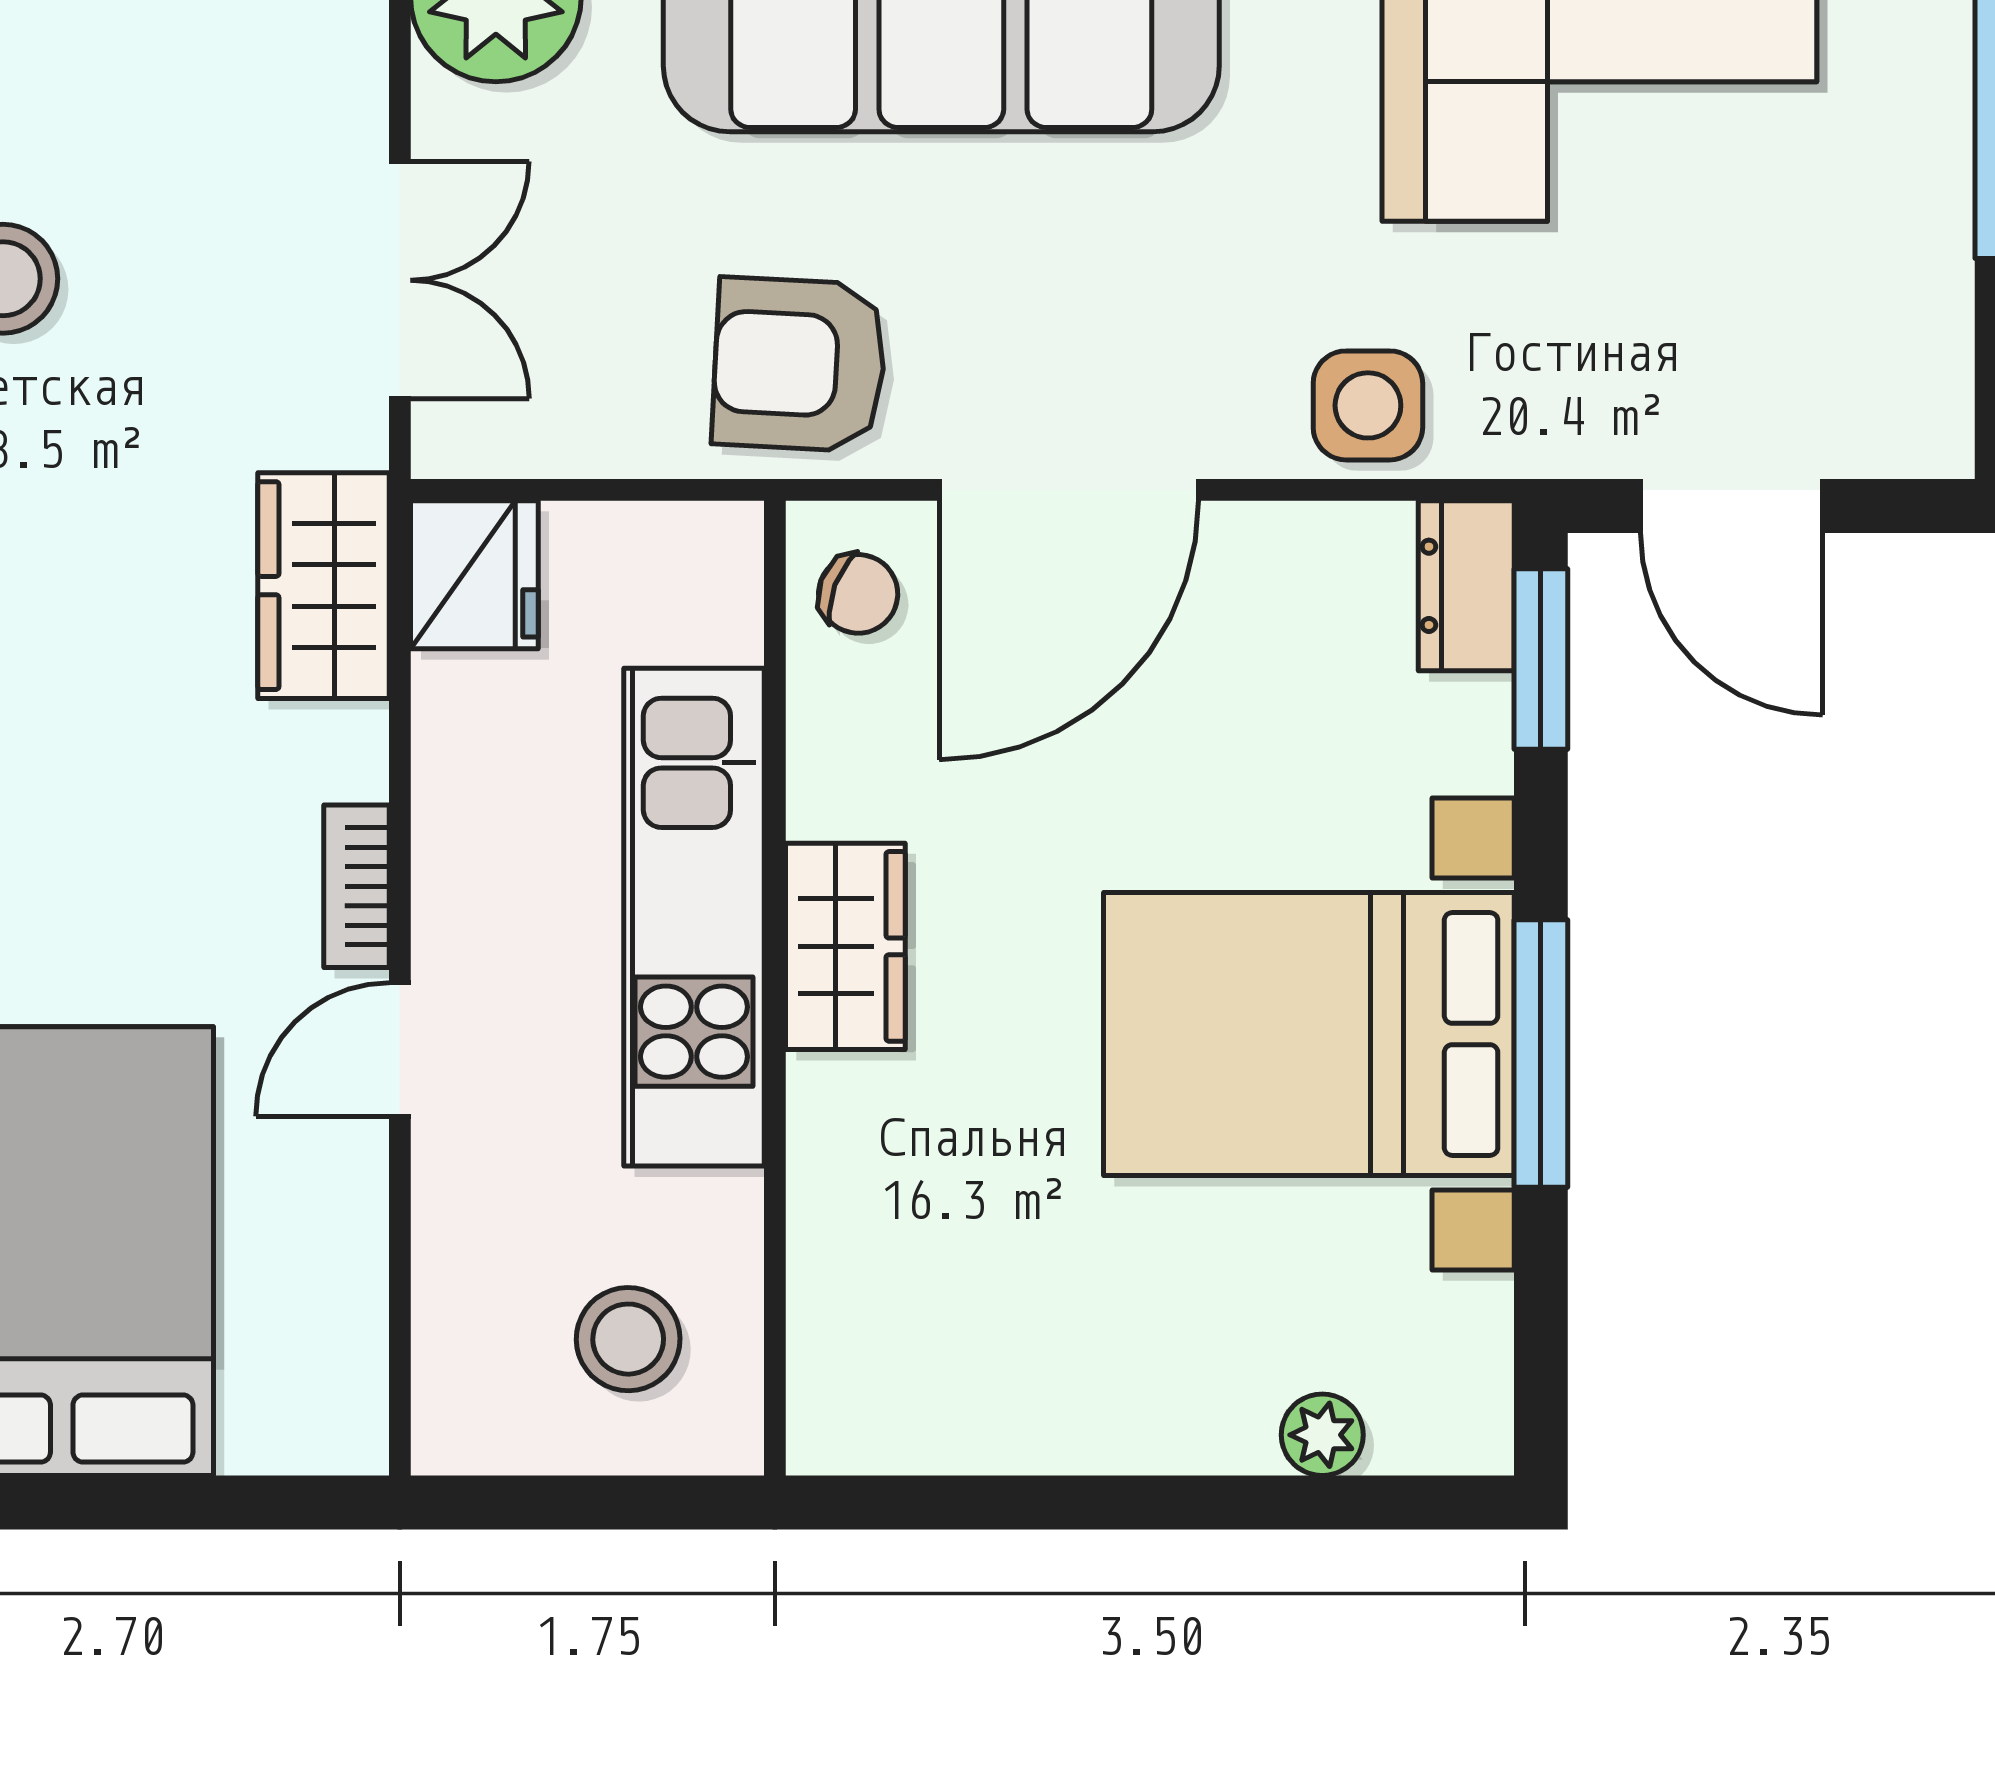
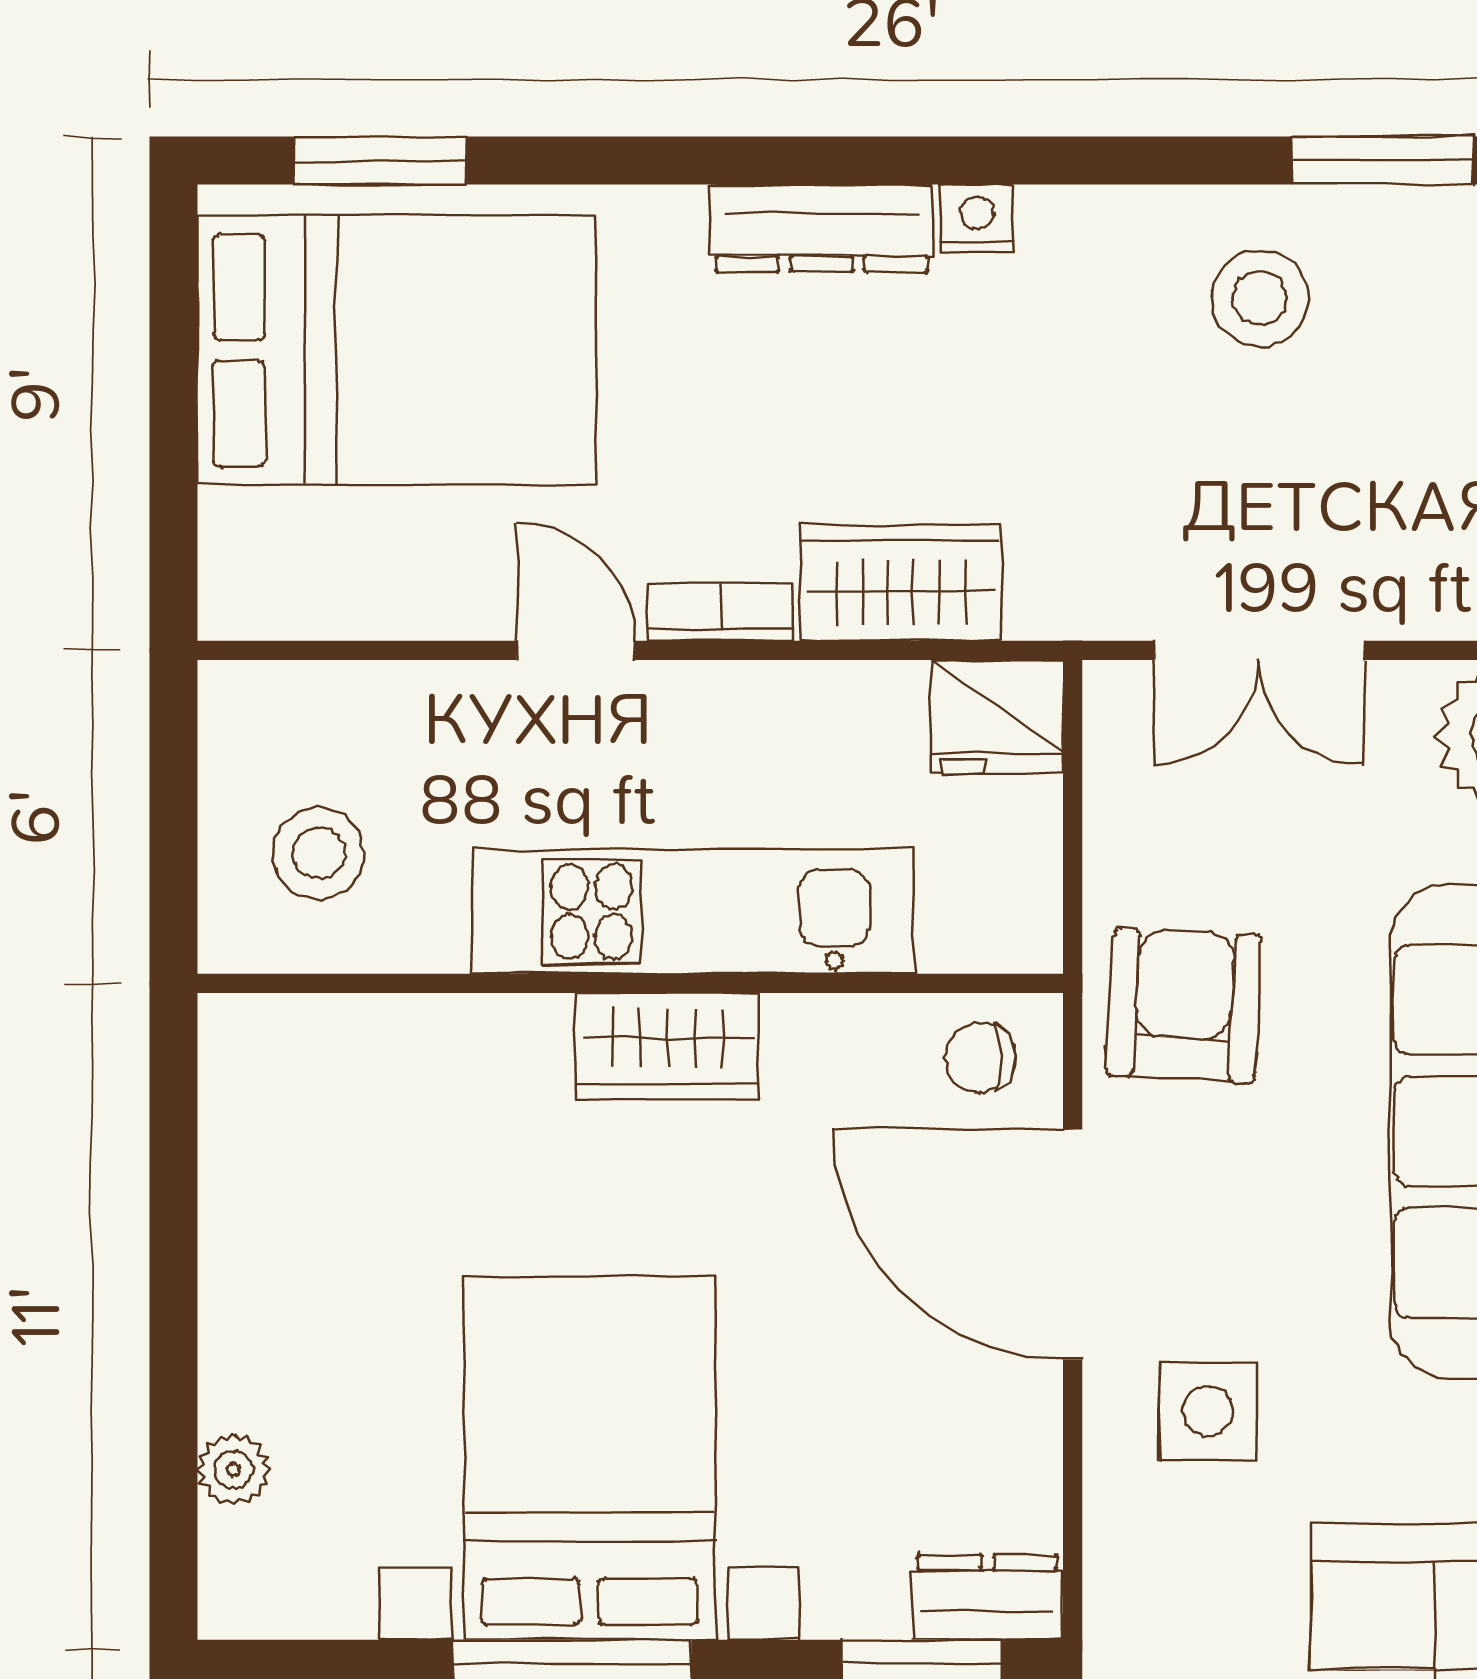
side table: (1368, 405) -> (1208, 1411), moved
wardrobe: (324, 586) -> (901, 583), moved
chair: (858, 594) -> (980, 1057), turned 69

